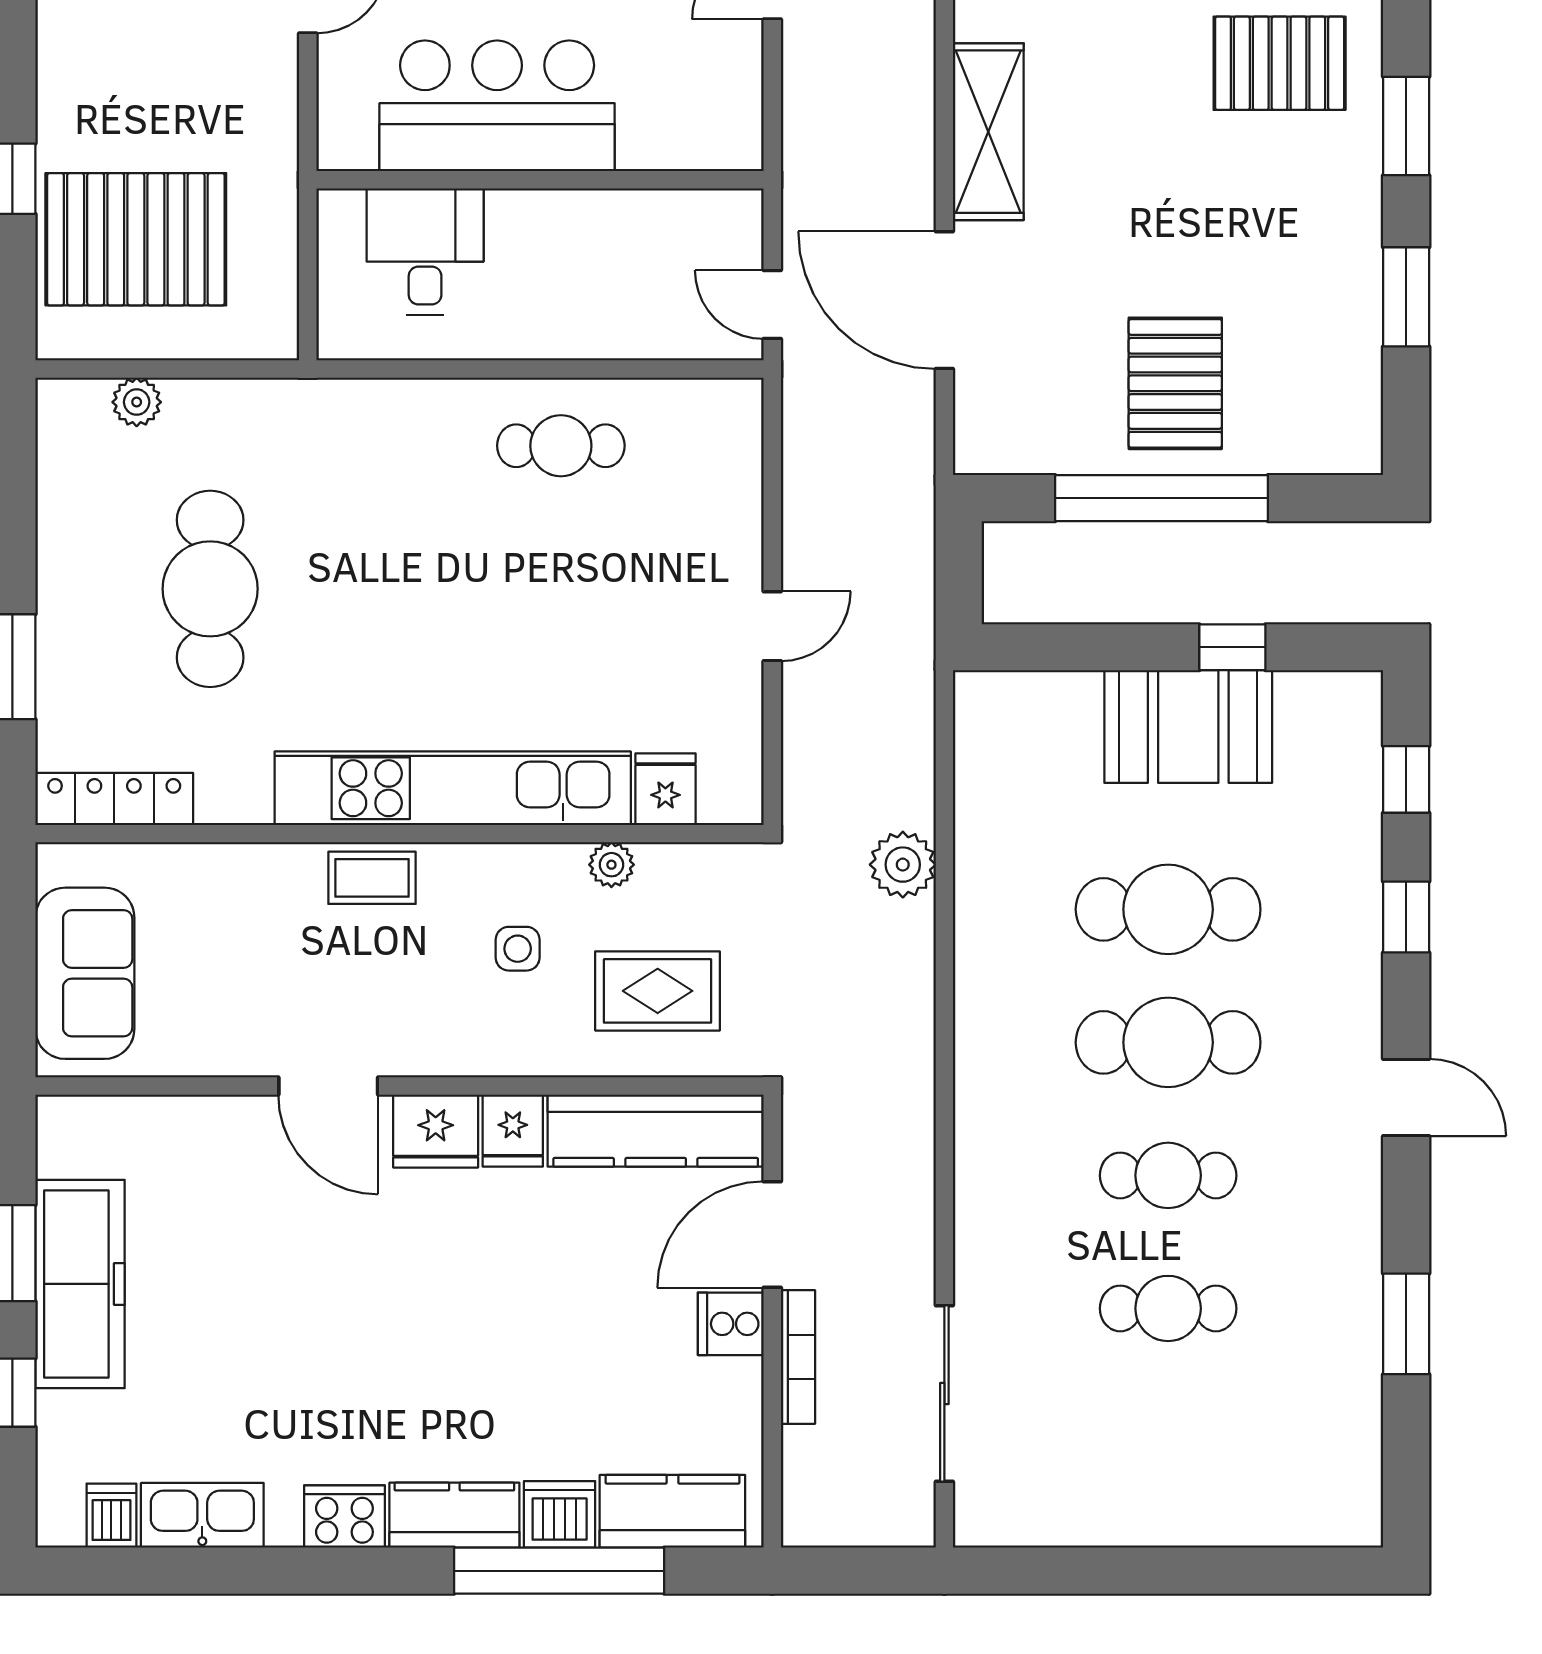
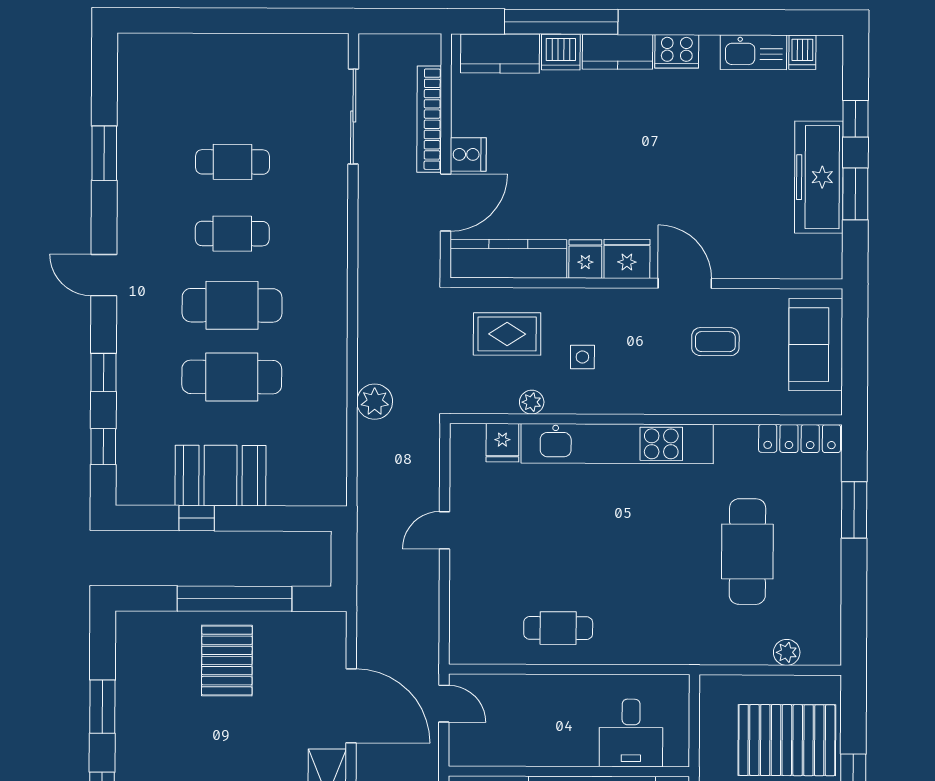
coffee table: (372, 878) -> (715, 342), moved
bookcase: (798, 1357) -> (429, 119), width x1.48, depth x1.31

